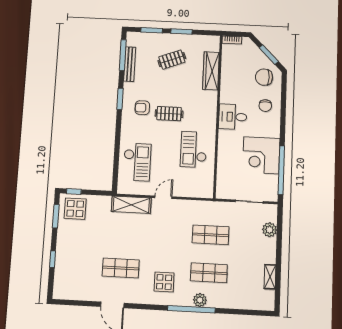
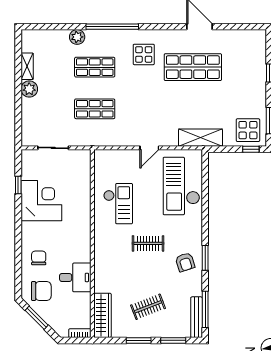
bench: (130, 64) -> (197, 317), moved
wardrobe: (211, 71) -> (102, 315), moved
armchair: (142, 108) -> (185, 262), moved, turned 72
desk: (233, 117) -> (75, 277), moved
checkout: (137, 162) -> (181, 186), width x1.36, depth x1.21
window: (281, 170) -> (18, 185), width x0.32
shelving: (131, 205) -> (200, 138), moved
plant: (270, 230) -> (29, 89), moved
shop shelf: (121, 268) -> (193, 67), width x1.43, depth x1.36
plant: (200, 300) -> (77, 37), moved

